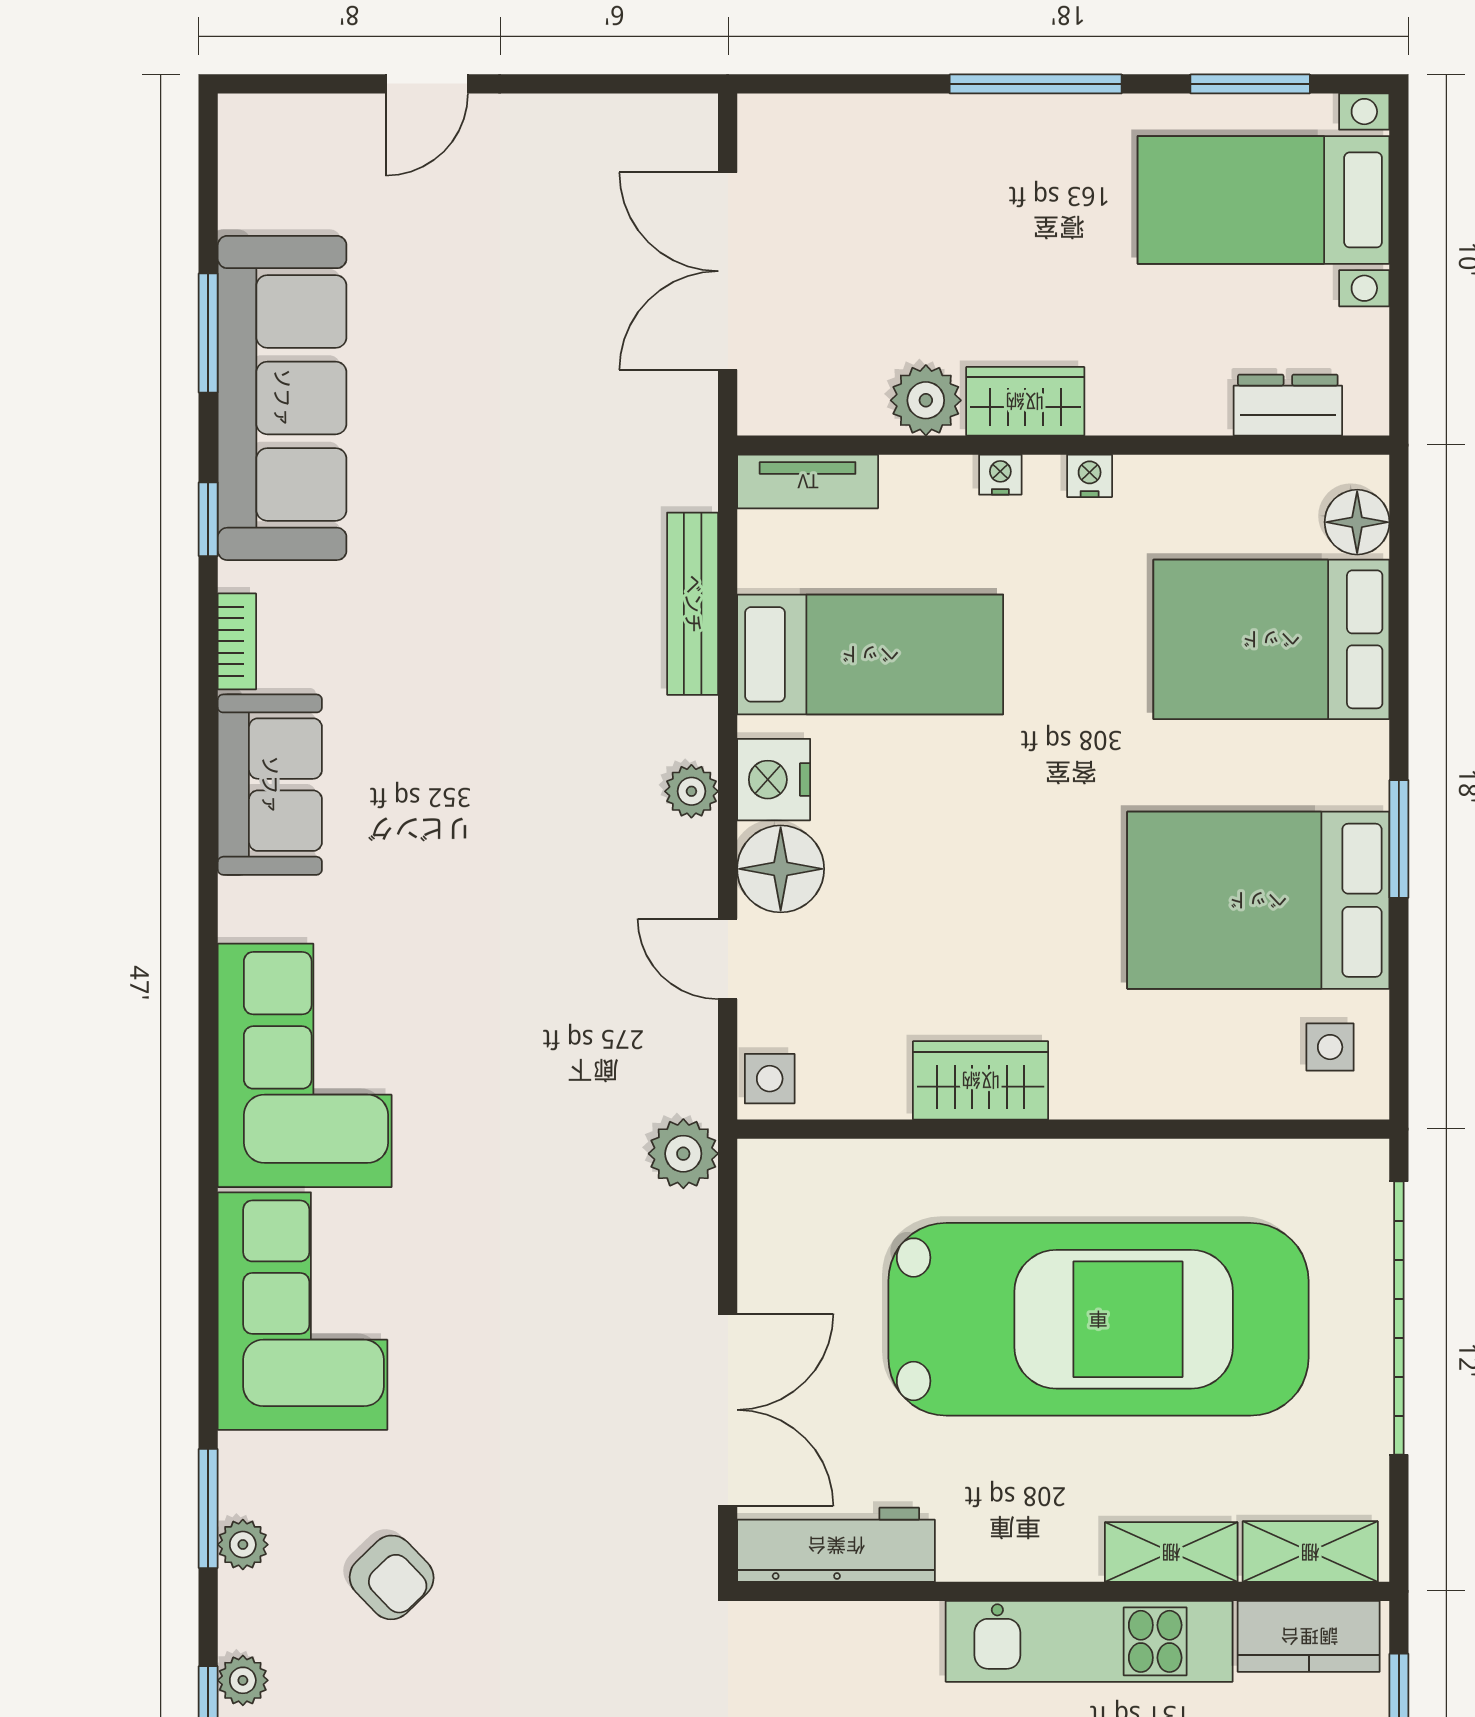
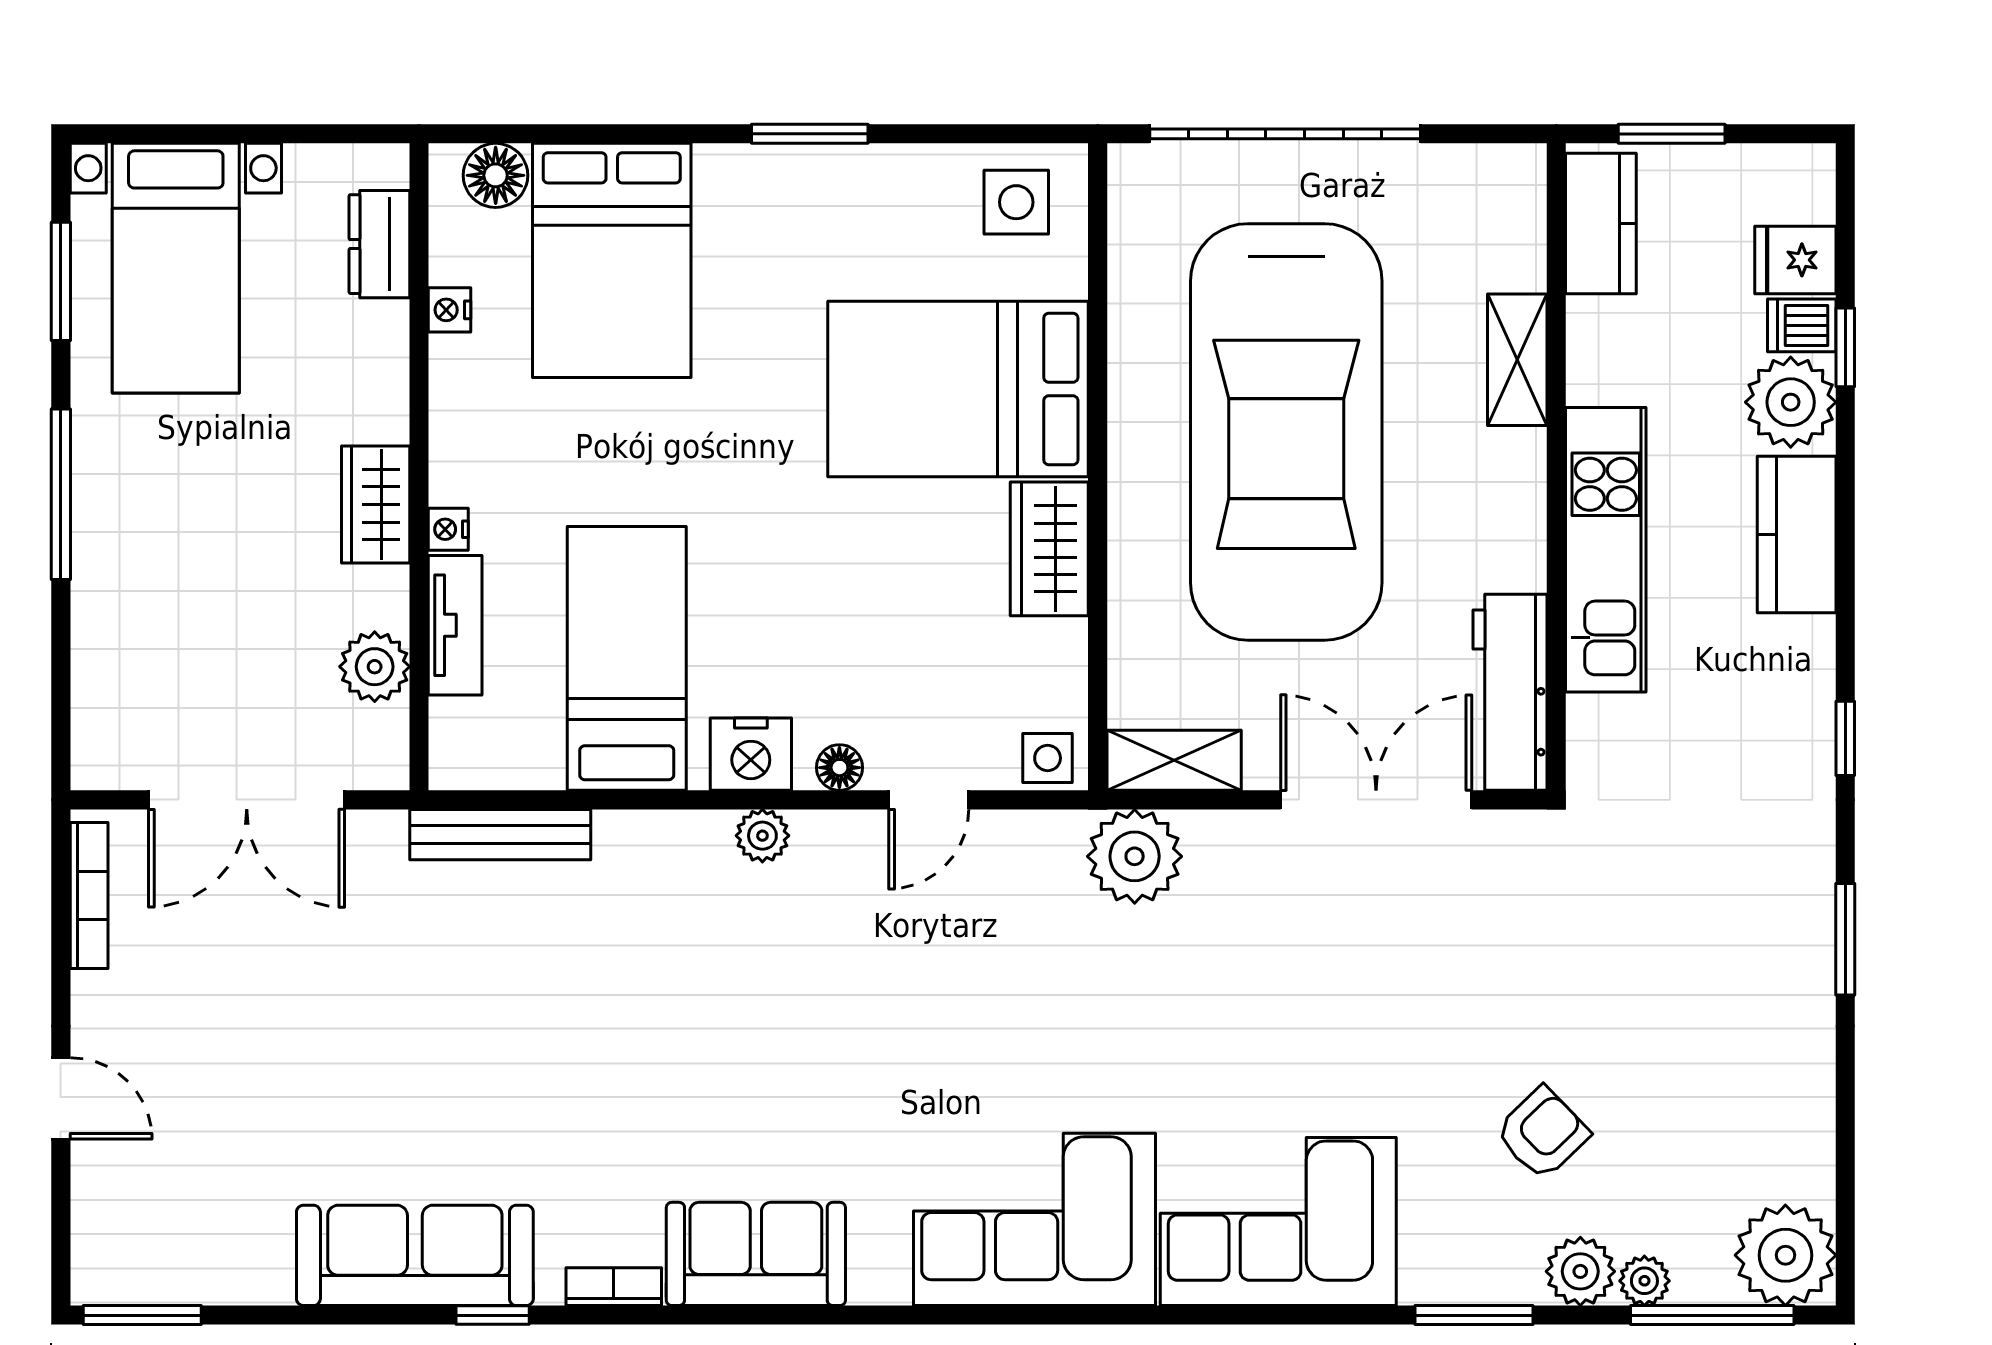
bookcase: (631, 112) -> (89, 895), added
window: (208, 333) -> (142, 1315), moved
sofa: (282, 398) -> (415, 1255), width x0.74, depth x0.79
plant: (926, 400) -> (375, 667), moved
nightstand: (1090, 476) -> (450, 310), moved
tv unit: (808, 481) -> (455, 625), moved
bench: (693, 604) -> (500, 835), moved
floor lamp: (781, 869) -> (839, 768), width x0.53, depth x0.53
bed: (1258, 900) -> (958, 389), moved, turned 90
side table: (1330, 1047) -> (1016, 202), width x1.37, depth x1.37
plant: (683, 1154) -> (1135, 856), width x1.36, depth x1.36
car: (1098, 1319) -> (1286, 432), turned 180
plant: (243, 1545) -> (1580, 1271), moved, width x1.38, depth x1.38
shelving: (1310, 1552) -> (1174, 760), moved, turned 90
kitchen unit: (1089, 1641) -> (1606, 550), moved

